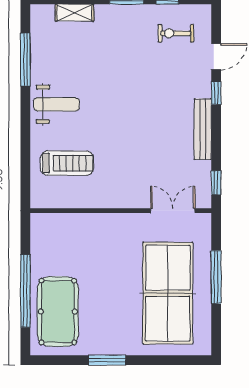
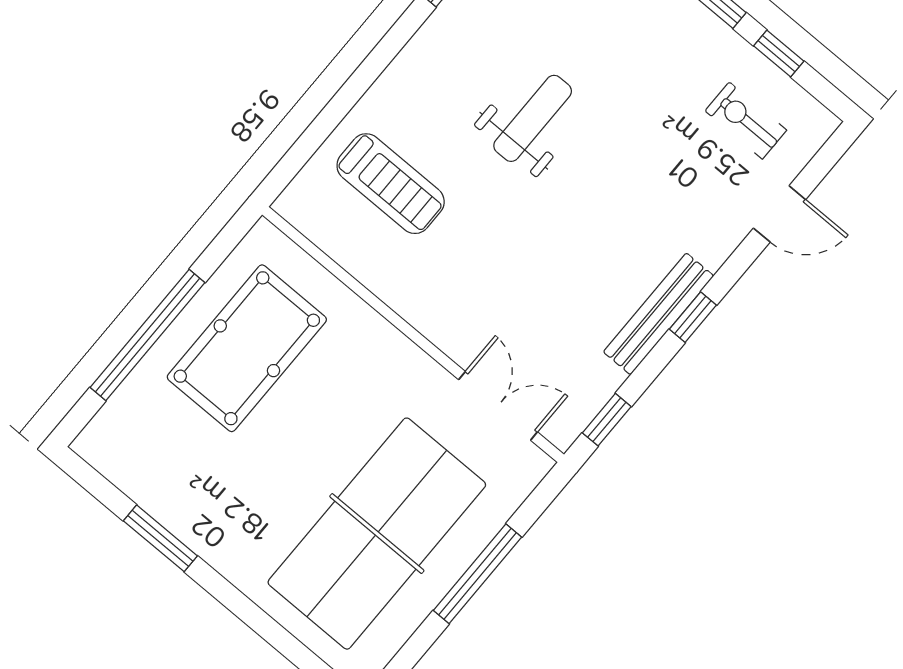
window: (216, 93) -> (693, 317), moved
weight bench: (57, 104) -> (533, 118), moved, turned -90
pool table: (58, 312) -> (247, 348), moved
window: (107, 360) -> (160, 538), moved

